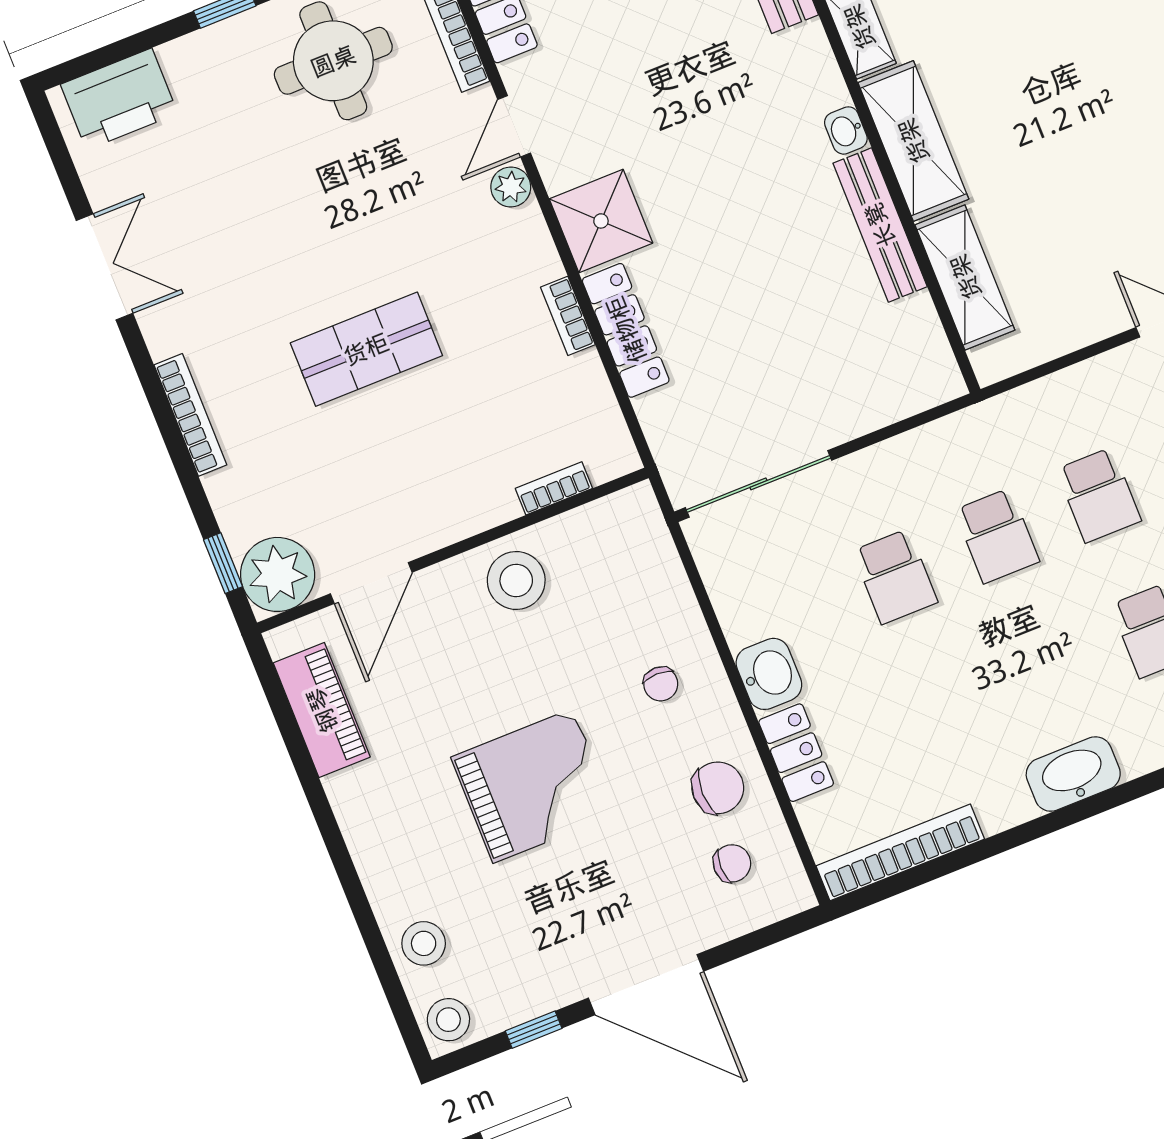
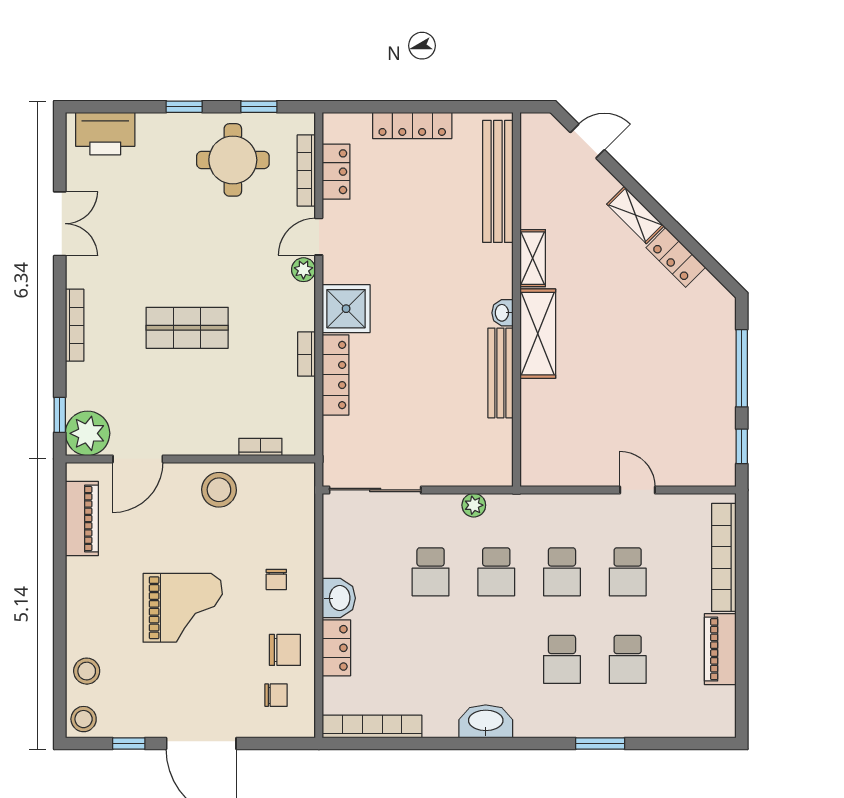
shelving: (965, 277) -> (536, 421), removed
plant: (921, 446) -> (474, 505), added

